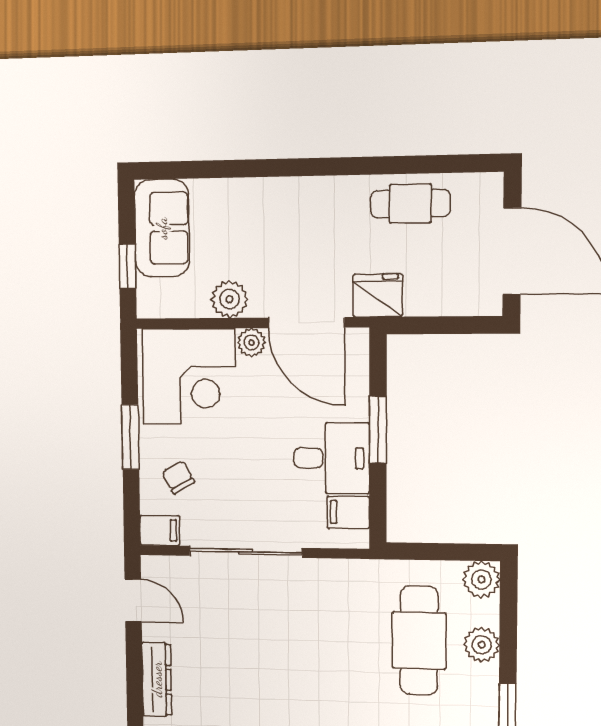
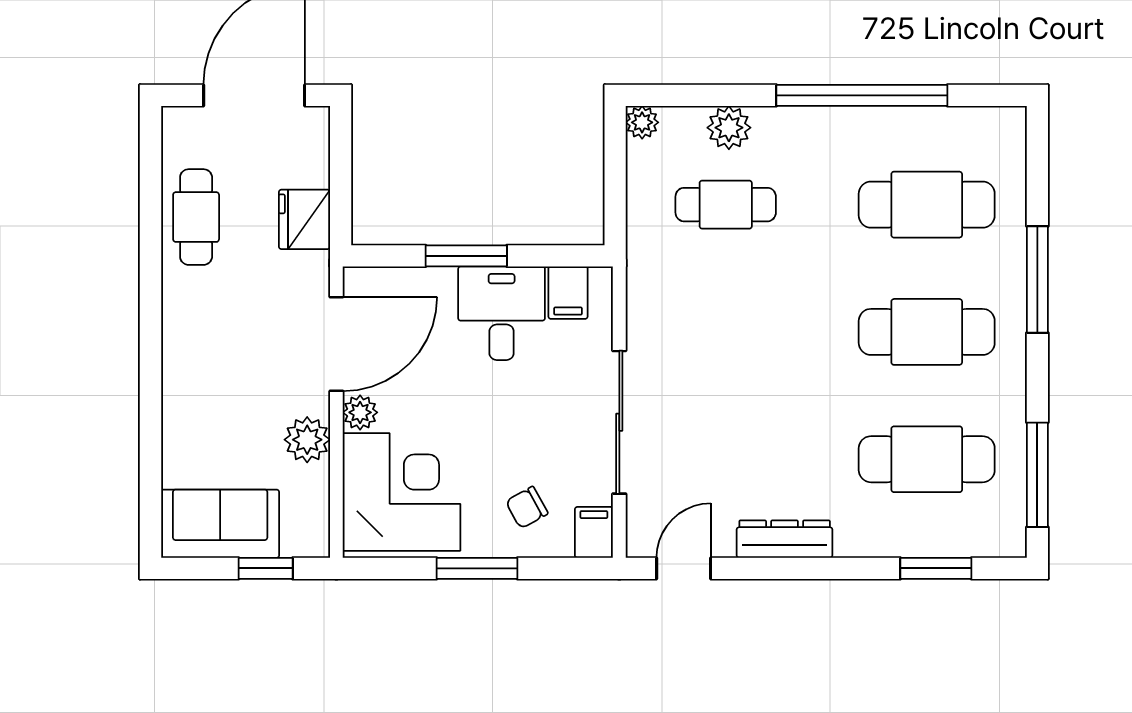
fridge: (378, 295) -> (304, 219), moved
plant: (481, 579) -> (642, 122), width x0.73, depth x0.73
cafe table: (419, 641) -> (726, 205), width x0.73, depth x0.74

